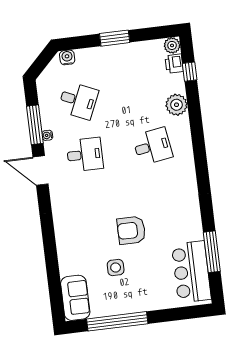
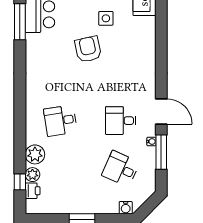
plant: (172, 45) -> (32, 175), moved
armchair: (131, 230) -> (88, 49), turned -102

